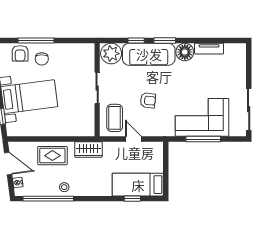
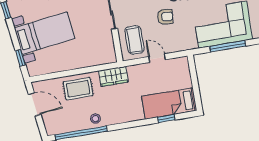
nightstand: (18, 183) -> (48, 122), removed

